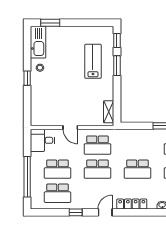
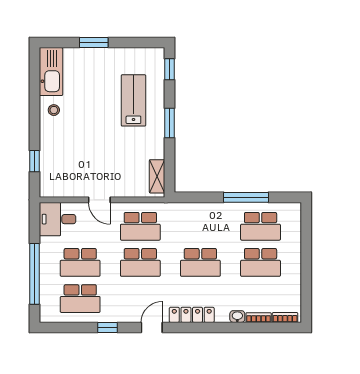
window: (50, 23) -> (94, 43), moved
window: (117, 66) -> (170, 123), moved
window: (27, 78) -> (34, 161), moved

